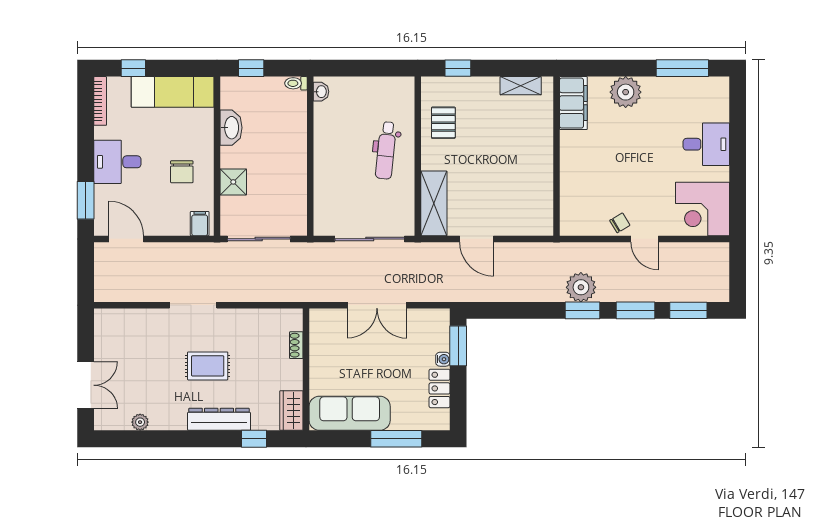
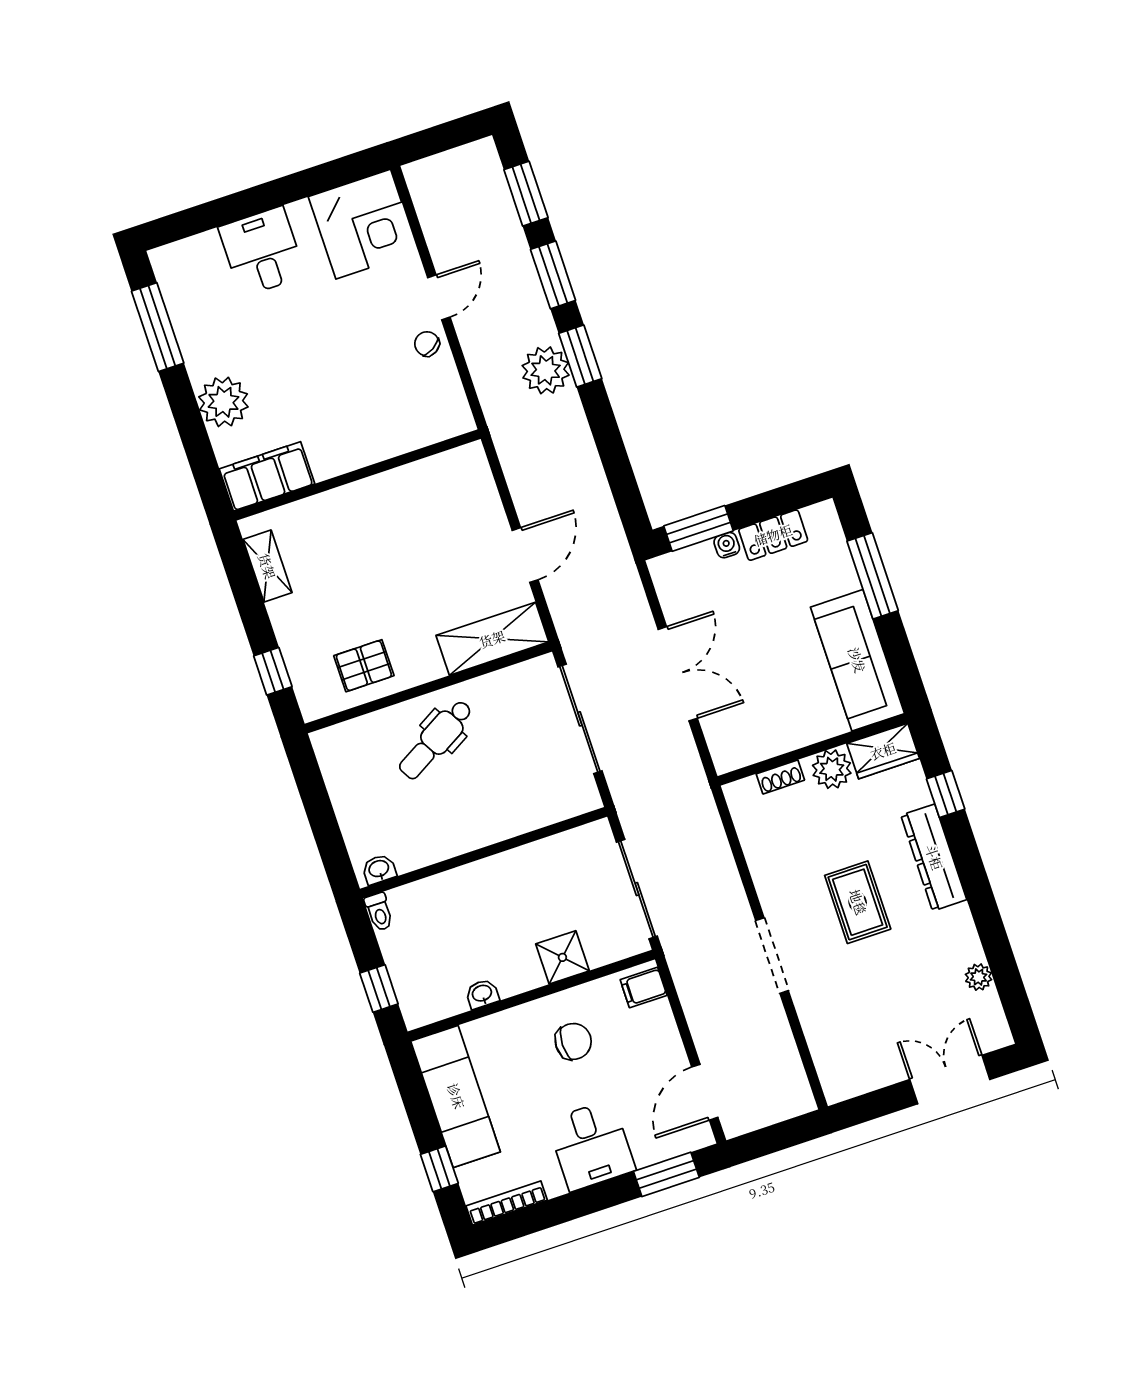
washbasin: (231, 128) -> (482, 994), width x0.52, depth x0.69
dental chair: (386, 150) -> (436, 740), turned 144
plant: (291, 377) -> (832, 769), added

